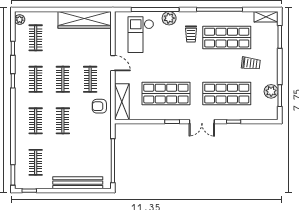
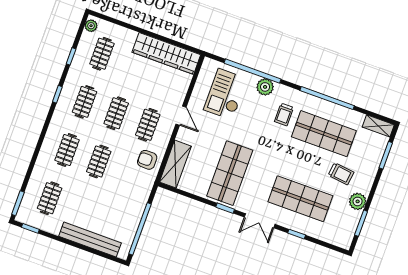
plant: (271, 91) -> (358, 201), moved
shop shelf: (166, 94) -> (230, 173), turned 90

